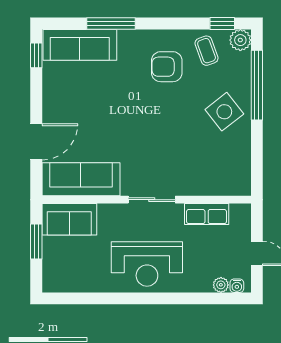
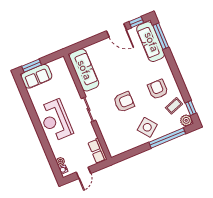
window: (111, 23) -> (161, 36), moved
armchair: (164, 133) -> (124, 102), added
door: (36, 142) -> (116, 30), moved
row of seats: (207, 214) -> (97, 151), moved
sofa: (69, 219) -> (36, 76), moved, turned -90
window: (36, 242) -> (32, 66), moved

